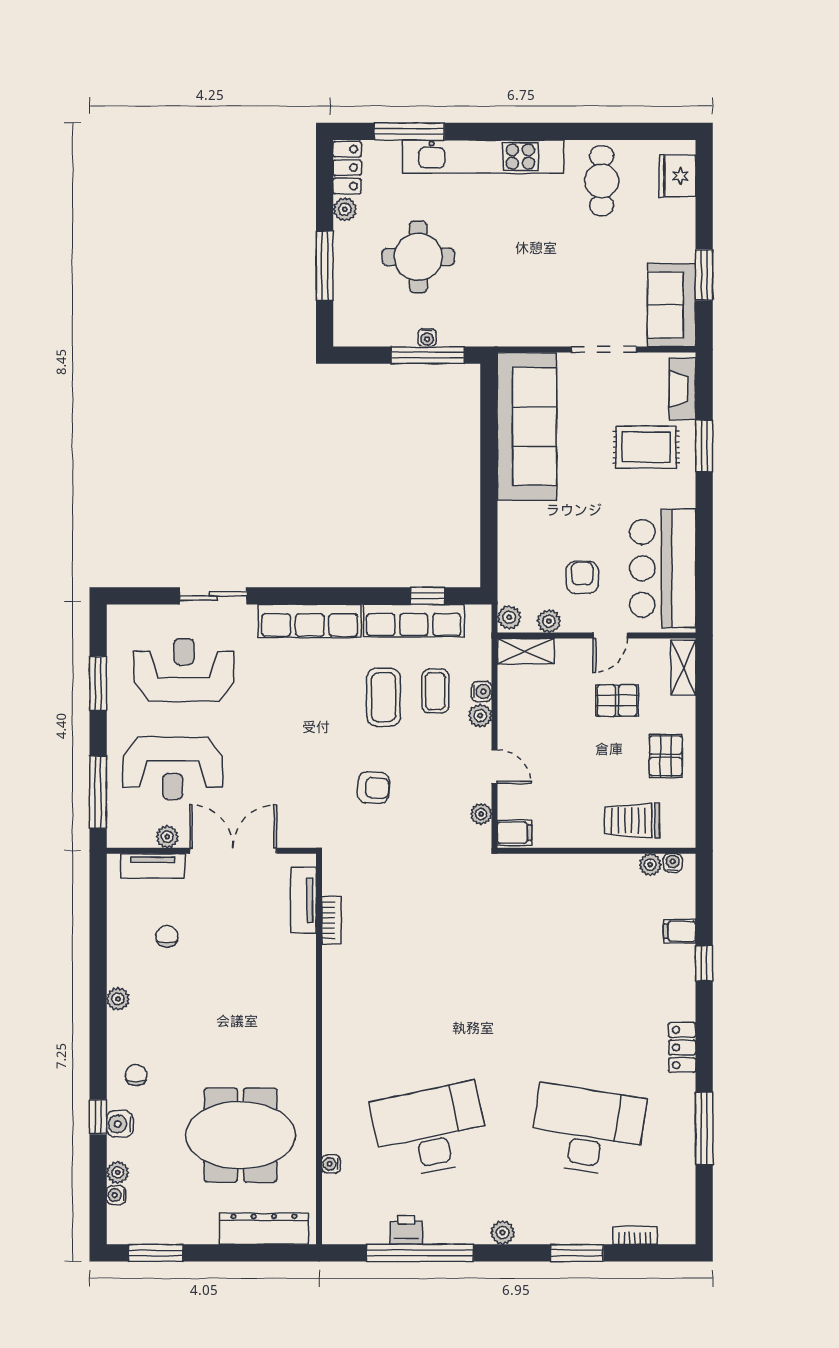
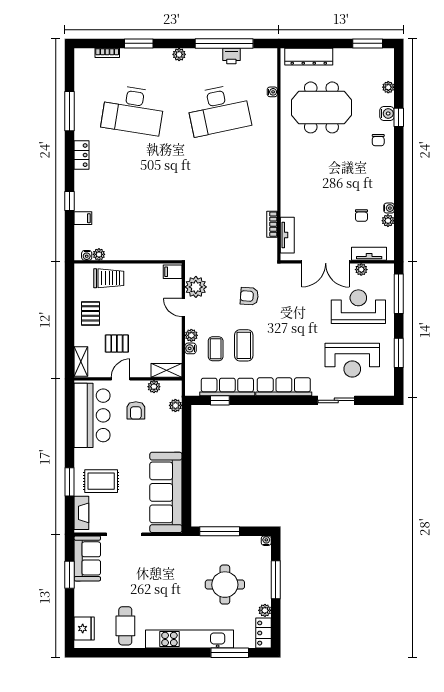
water cooler: (427, 338) -> (266, 541), moved
plant: (509, 617) -> (175, 405), moved
plant: (481, 814) -> (196, 287), width x1.88, depth x1.88
plant: (118, 999) -> (388, 221), moved
water cooler: (116, 1195) -> (389, 208), moved

